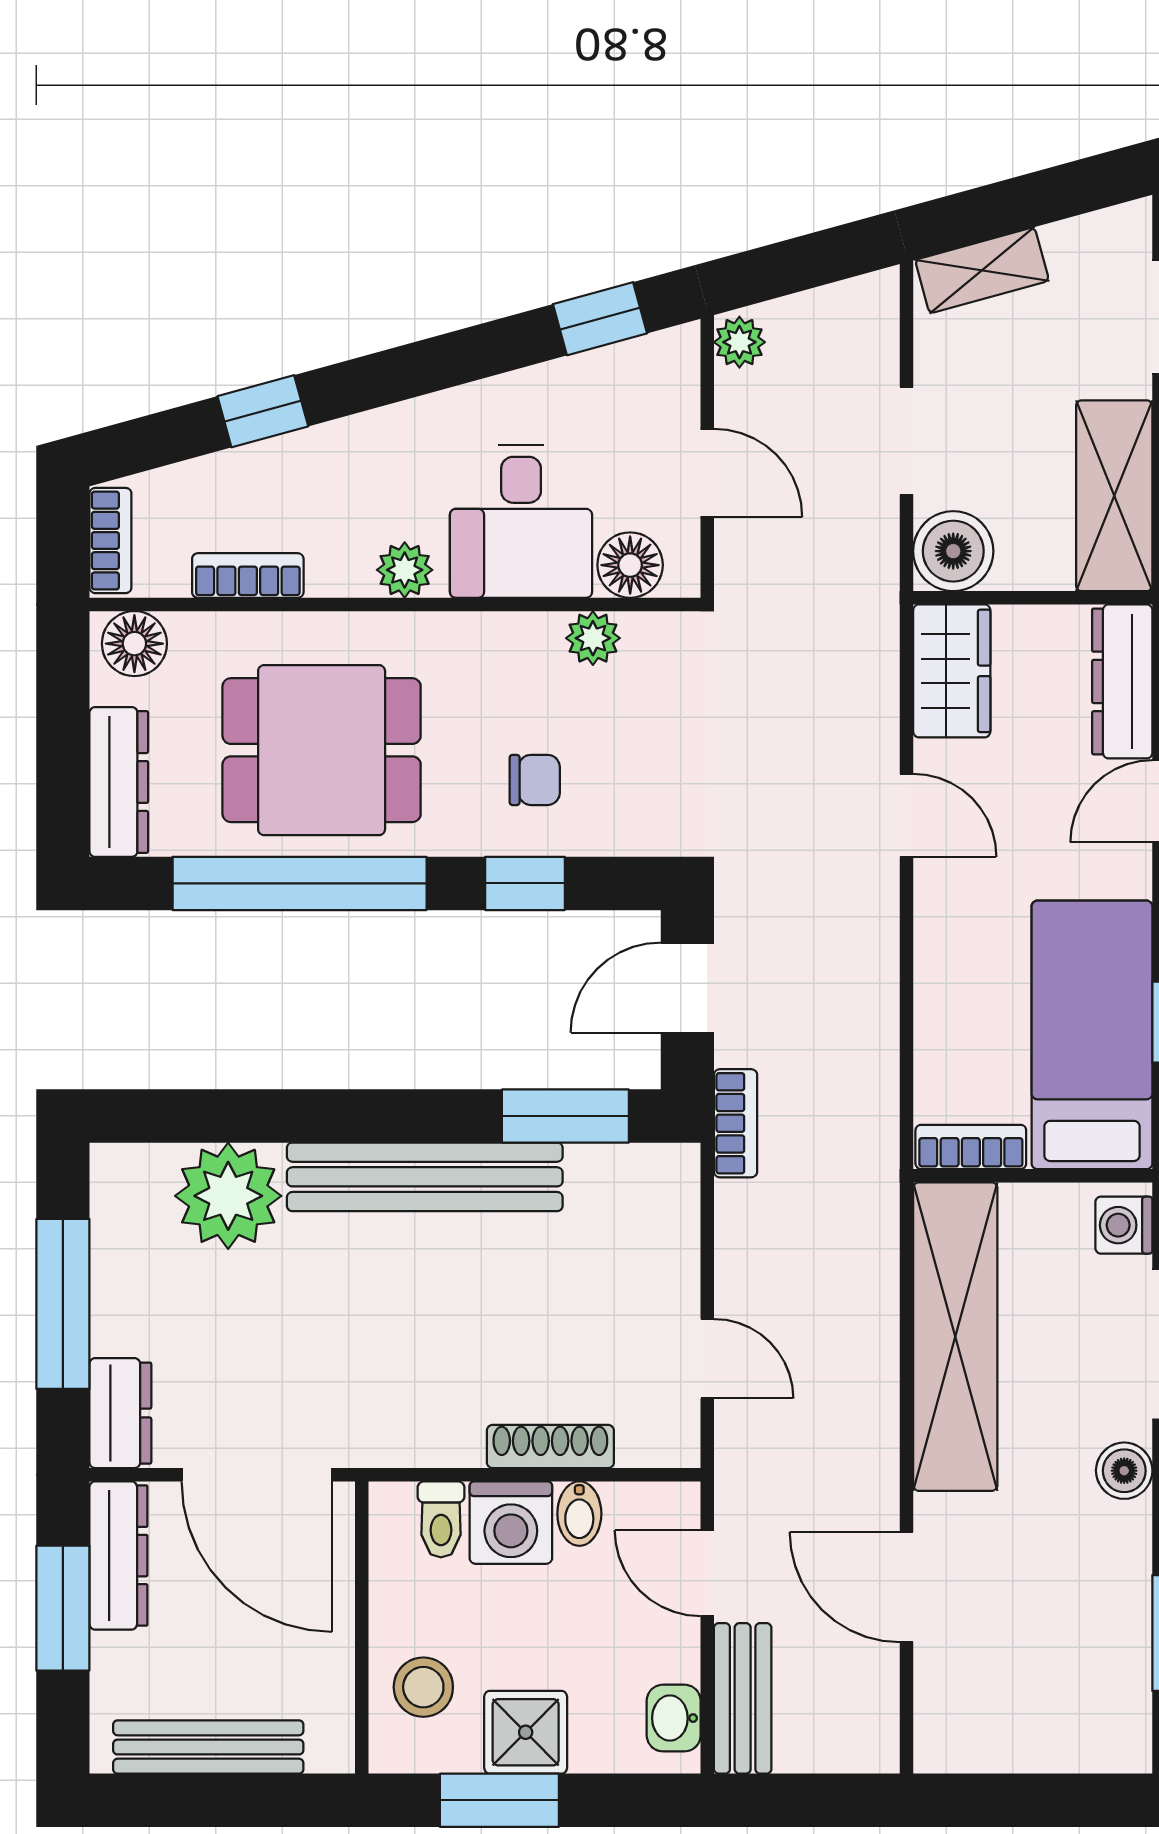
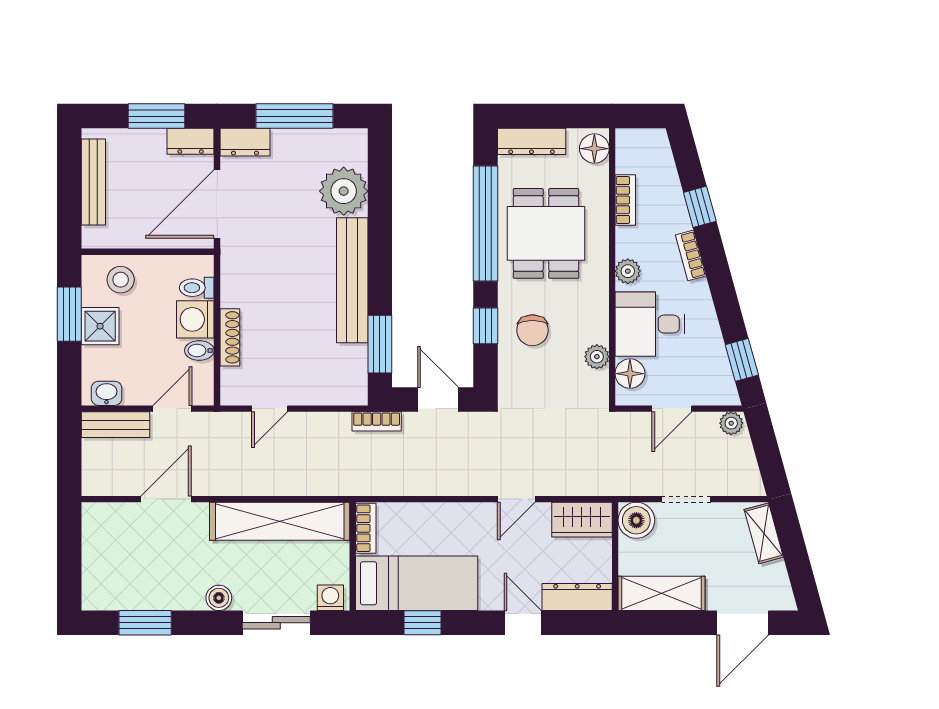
bookcase: (110, 541) -> (691, 255), moved, turned 75
chair: (535, 780) -> (532, 330), width x1.37, depth x1.37
dresser: (118, 1556) -> (191, 141), width x0.70

